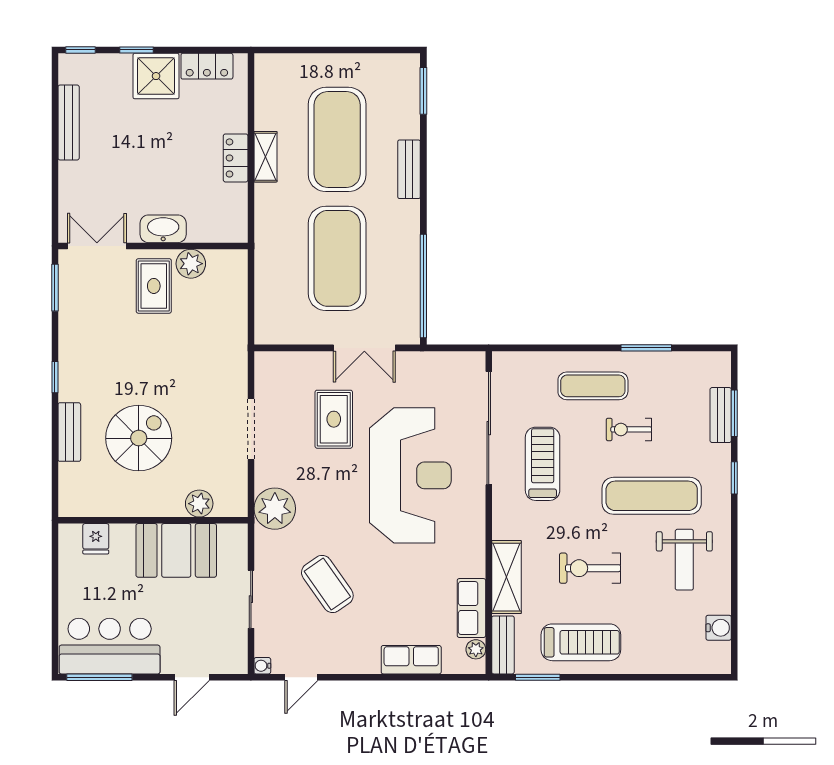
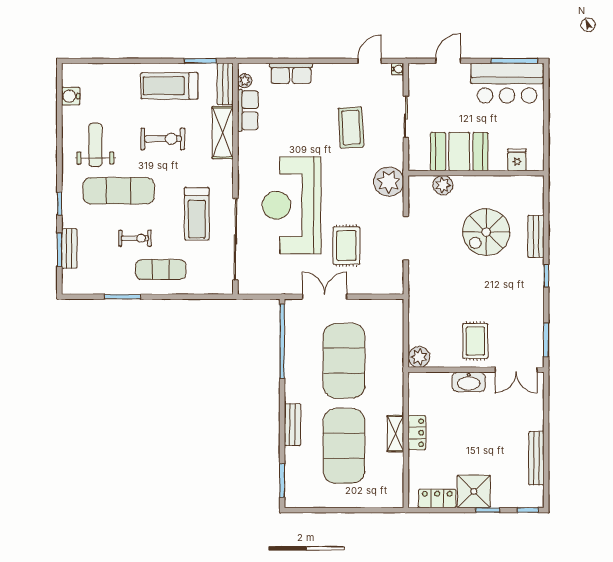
plant: (191, 264) -> (419, 357), moved
coffee table: (327, 584) -> (351, 128), turned 32

